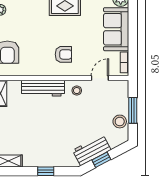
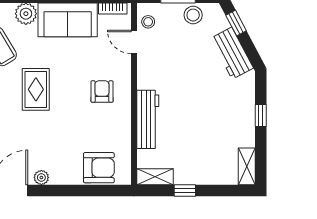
stool: (77, 91) -> (148, 22), moved
window: (101, 160) -> (236, 23), moved

